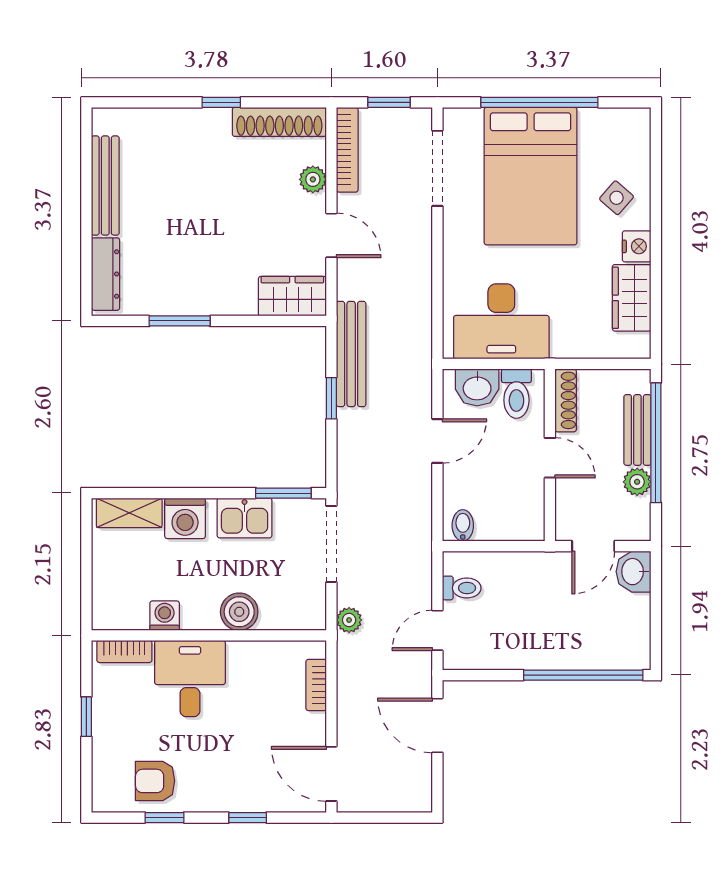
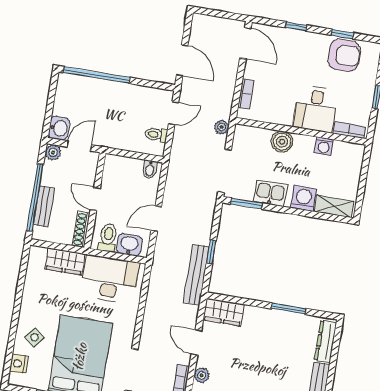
nightstand: (637, 246) -> (19, 364), moved
wardrobe: (632, 298) -> (65, 261), moved, turned 90
plant: (637, 482) -> (53, 152), moved
armchair: (155, 781) -> (344, 55), width x1.38, depth x1.38

